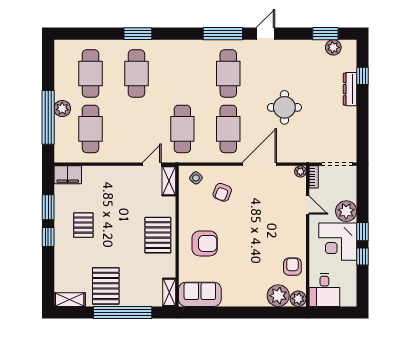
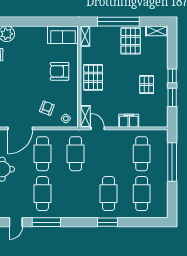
plant: (62, 109) -> (162, 168), removed
door: (152, 164) -> (98, 128), swing flipped
filing cabinet: (68, 175) -> (129, 121), moved

